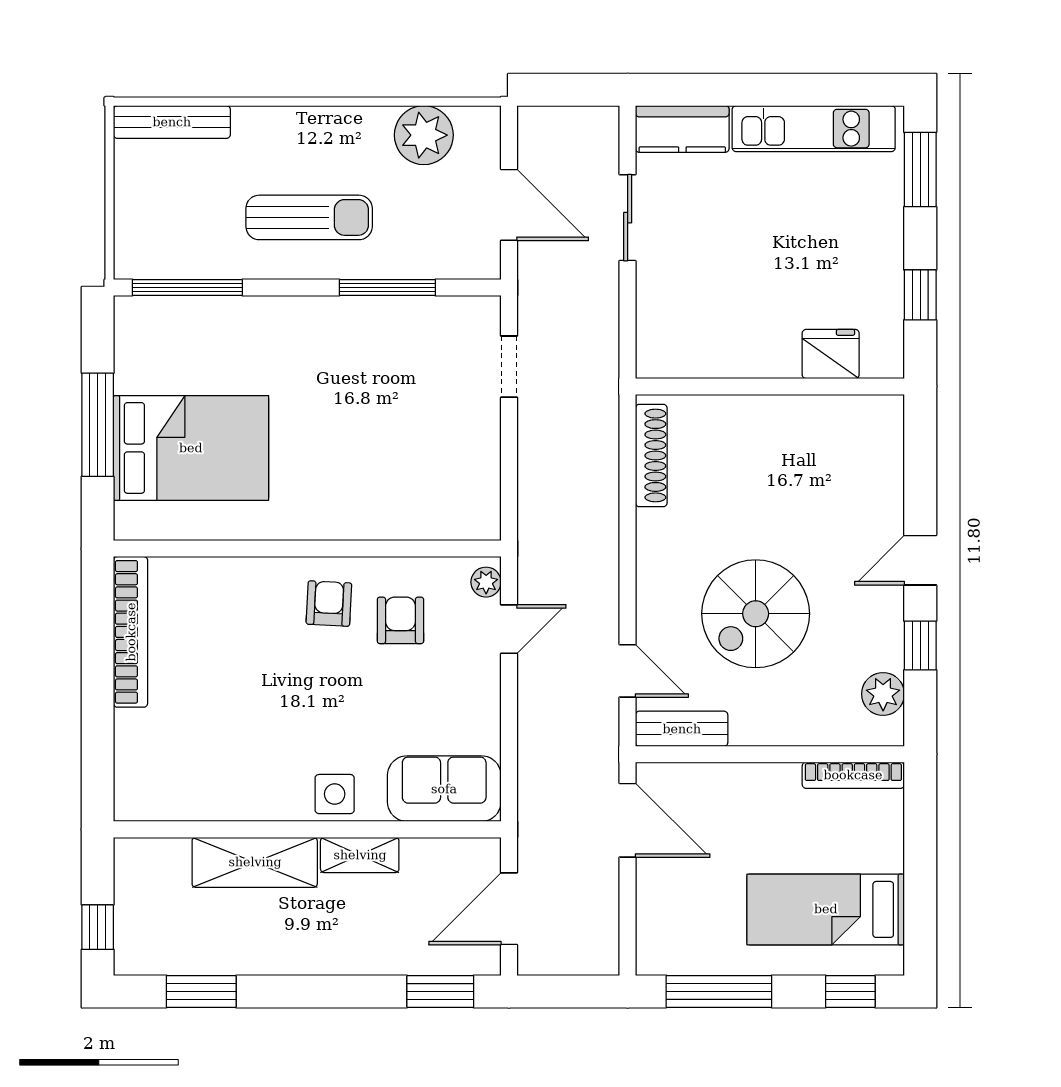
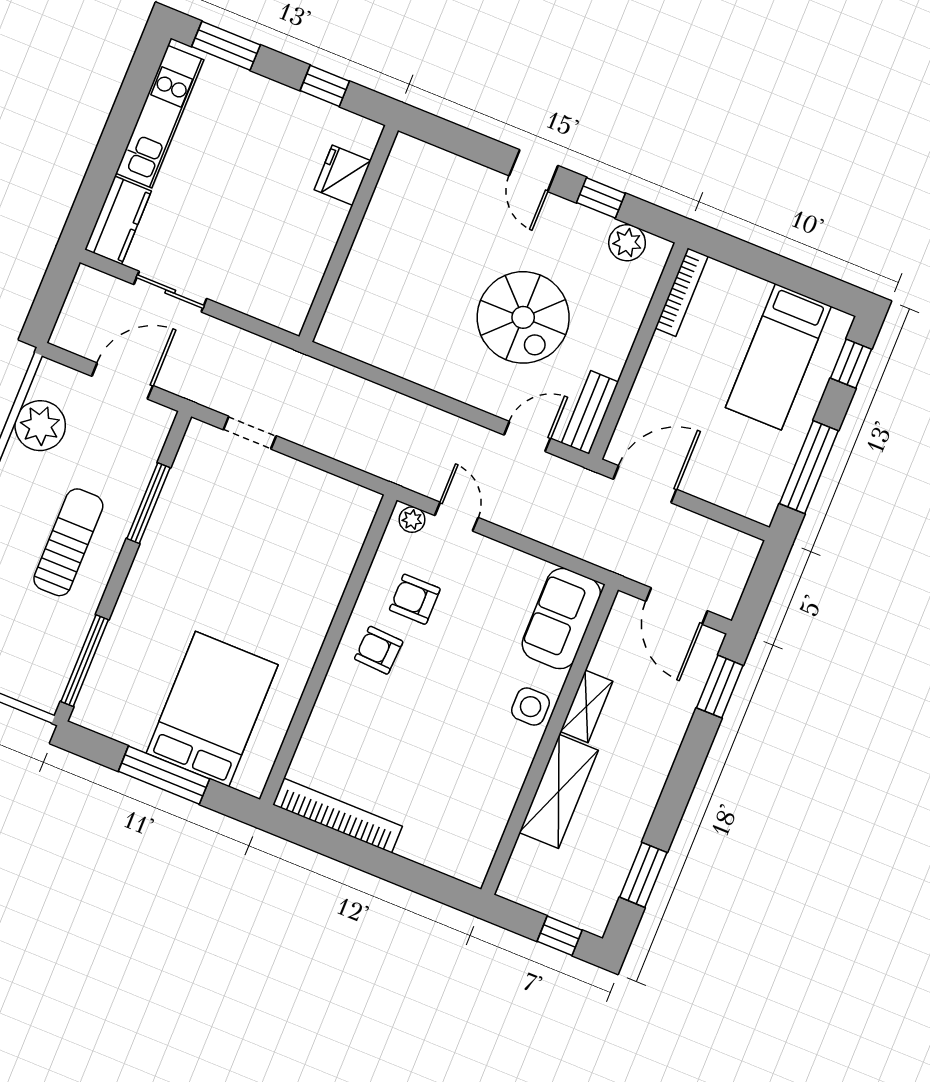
shoe rack: (651, 456) -> (365, 349), removed

